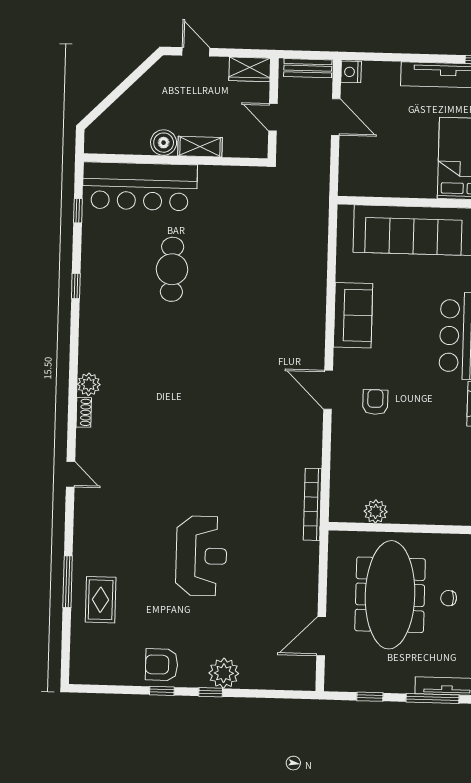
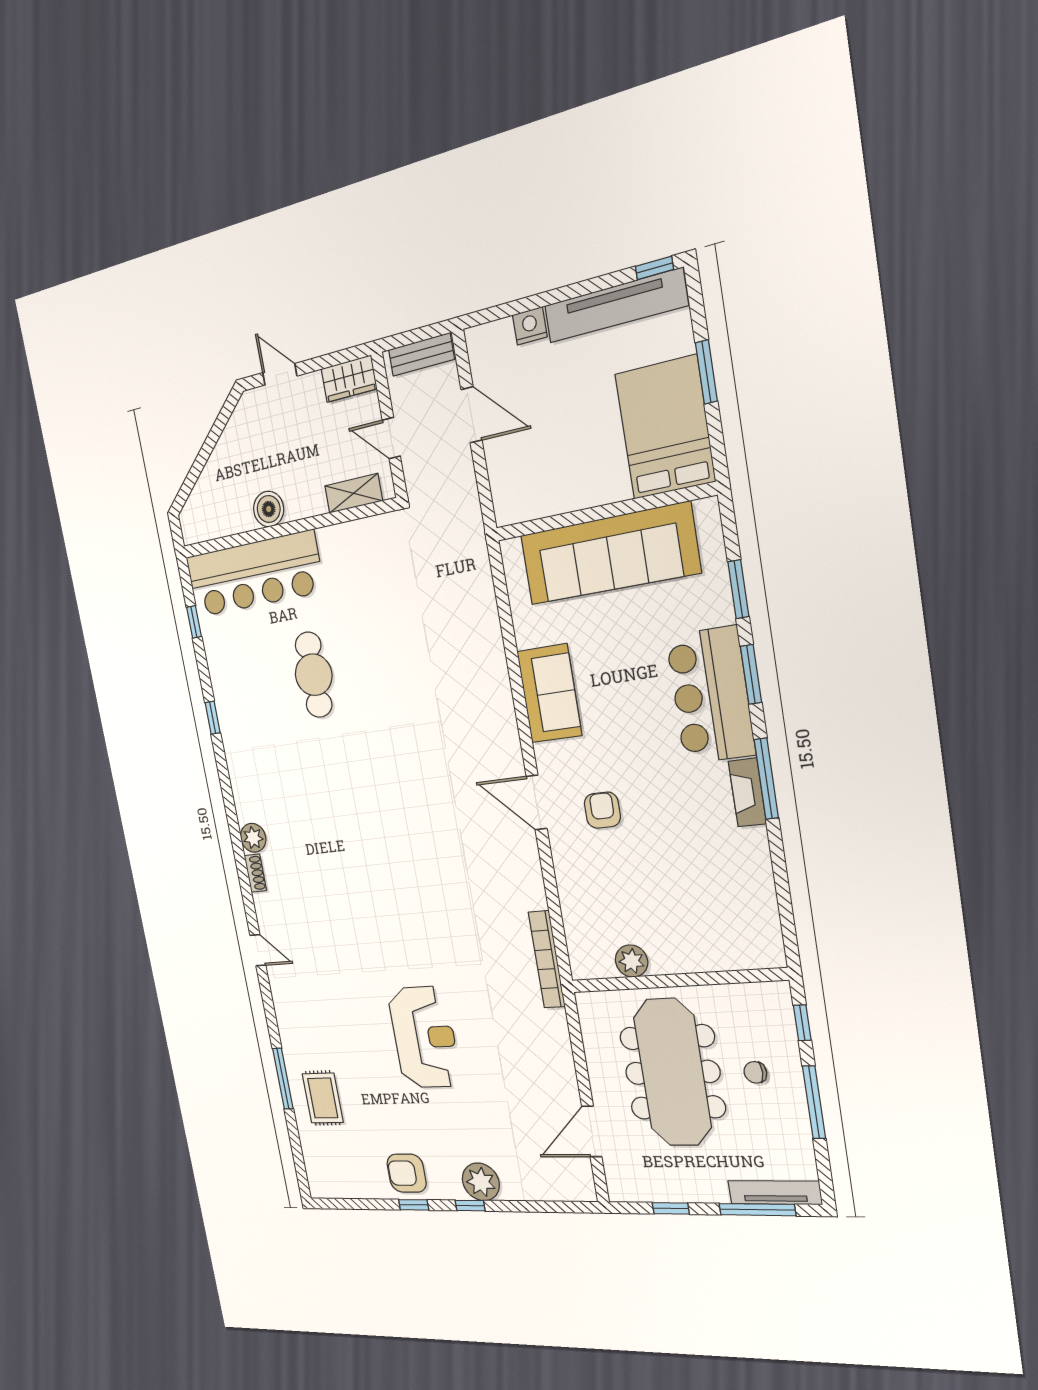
nightstand: (351, 72) -> (530, 326), moved, turned 90
shelving: (200, 147) -> (354, 493), moved

